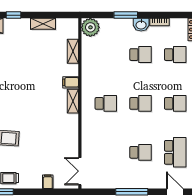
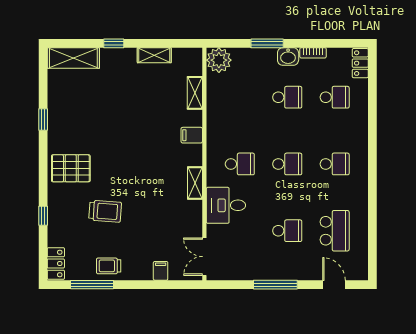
shelving: (73, 101) -> (195, 183), moved
desk: (96, 134) -> (226, 205), added

